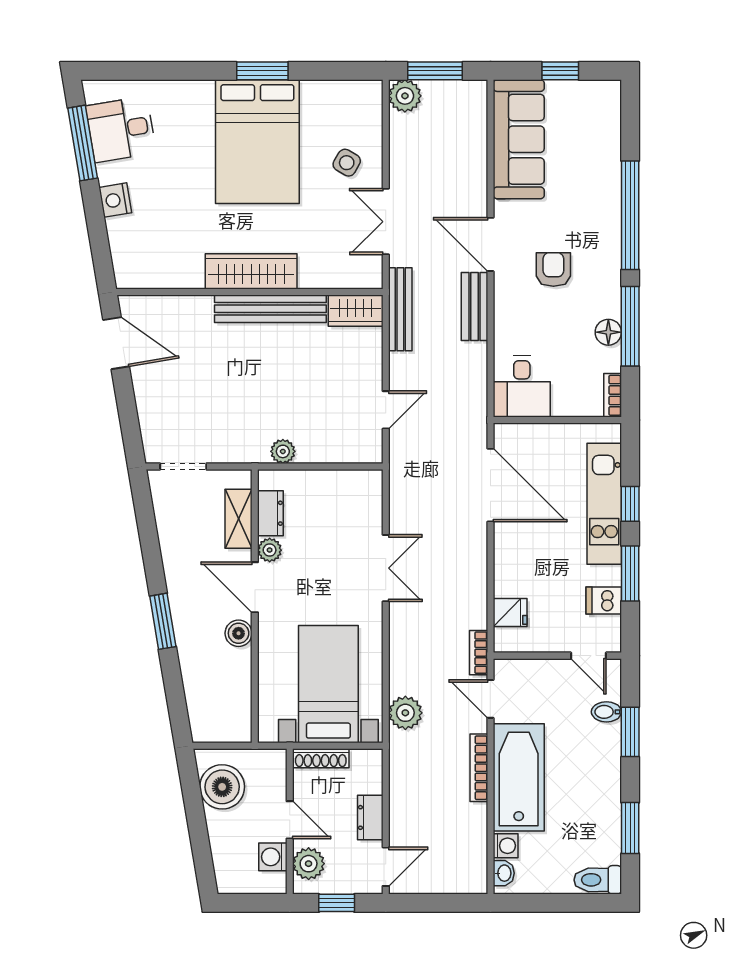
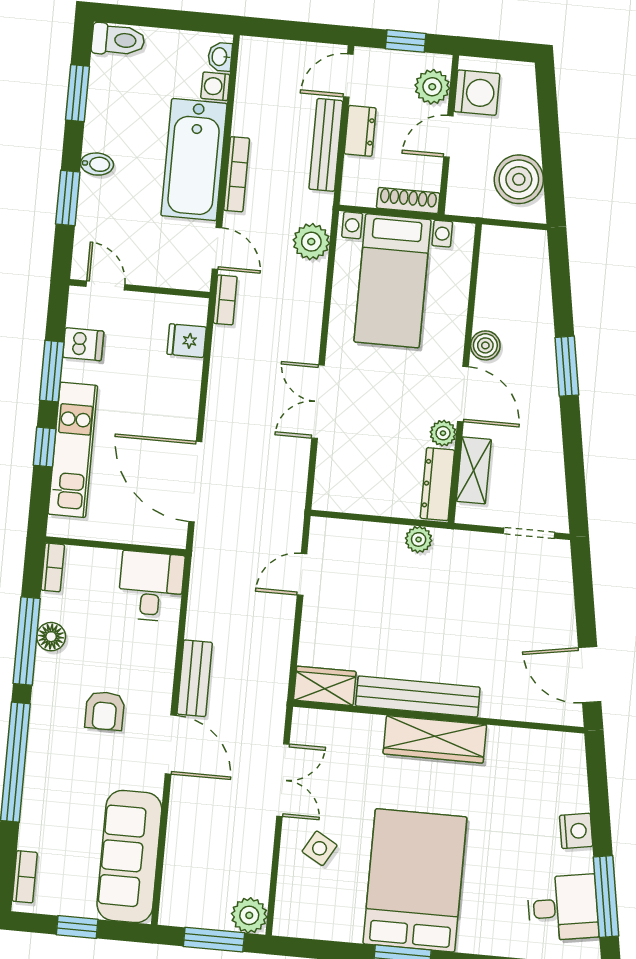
bookcase: (612, 112) -> (25, 877), added
bench: (400, 309) -> (326, 145), moved
dresser: (270, 513) -> (437, 484), width x1.44
bidet: (606, 712) -> (97, 164), moved
door: (290, 820) -> (448, 136), hinge flipped
washing machine: (273, 857) -> (477, 93), width x1.38, depth x1.38

